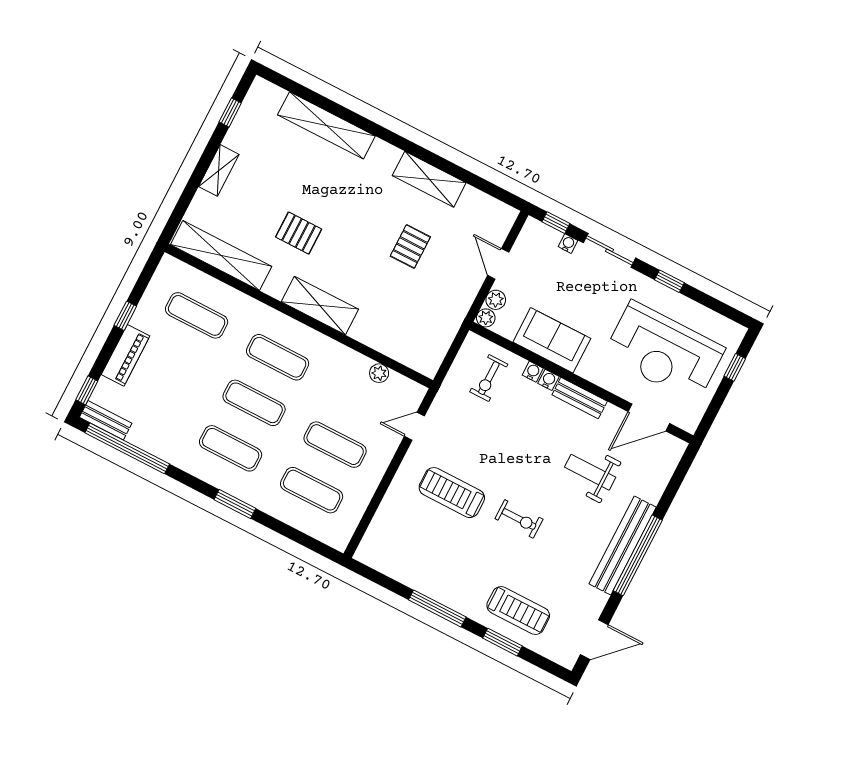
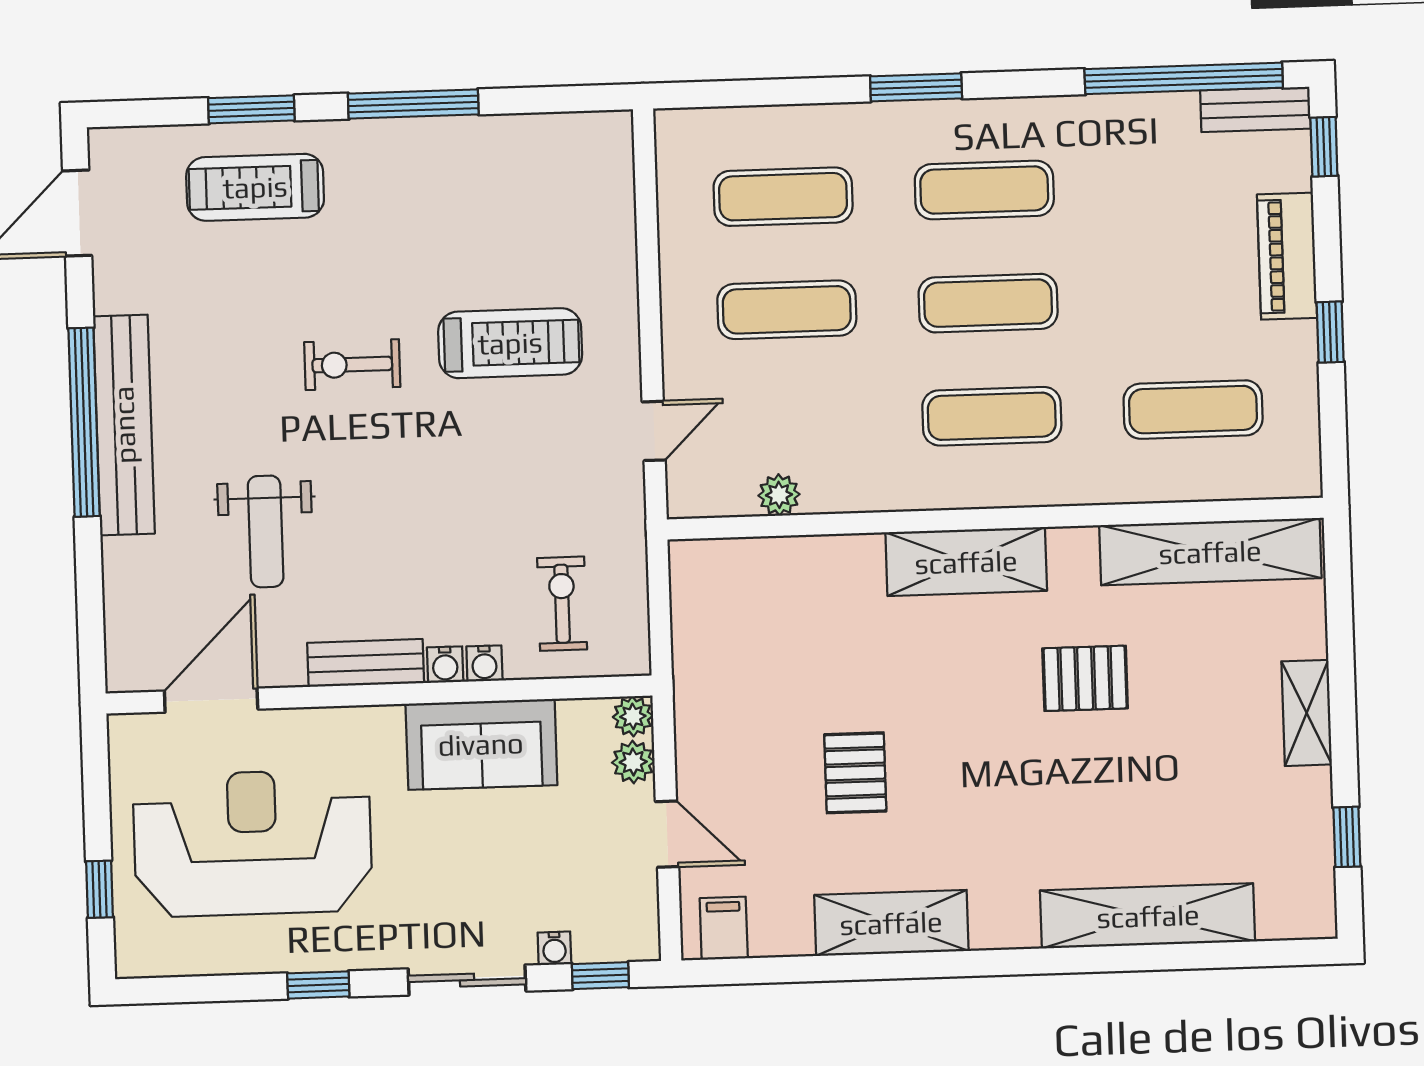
filing cabinet: (497, 214) -> (724, 928), added
weight bench: (590, 472) -> (266, 531), turned 90

